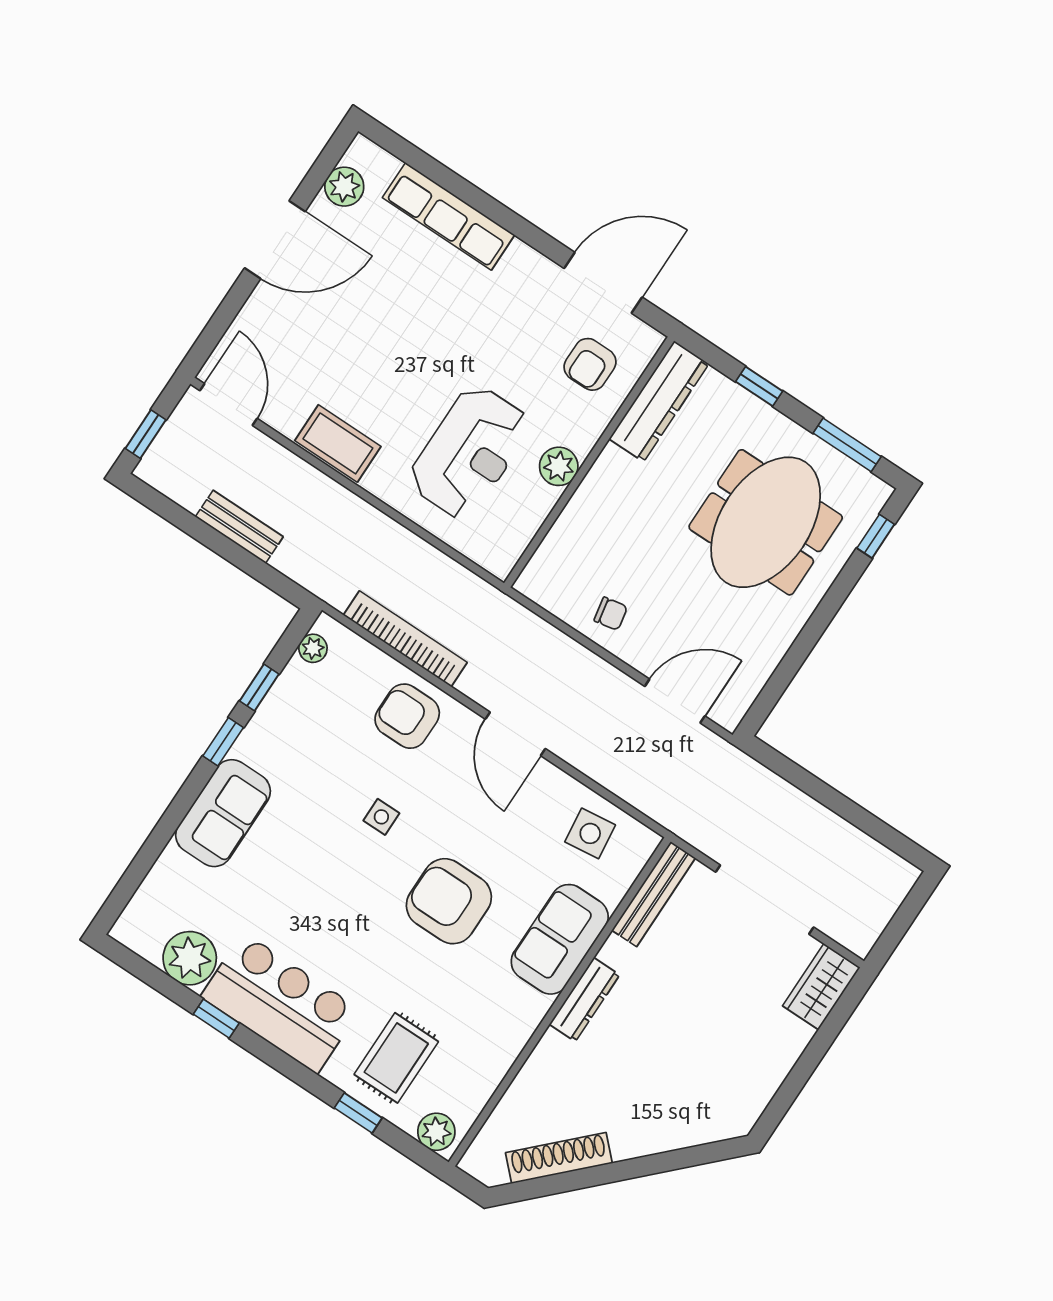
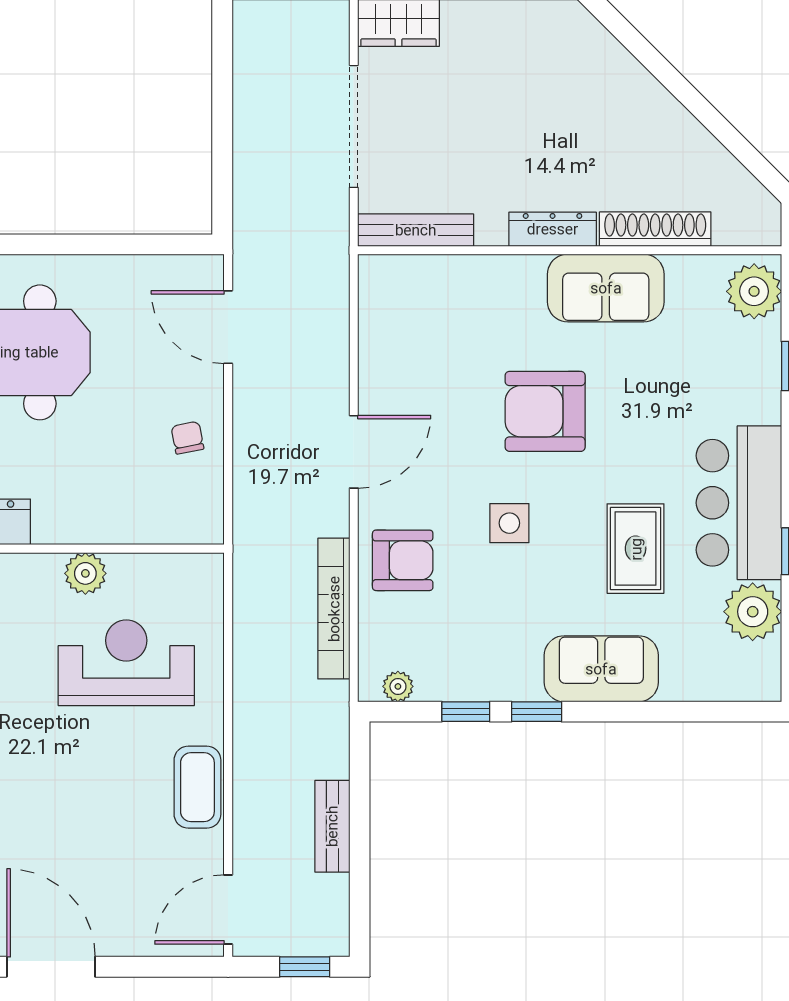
armchair: (407, 716) -> (403, 560), turned -90
side table: (381, 817) -> (509, 523), width x1.37, depth x1.37
side table: (590, 833) -> (399, 324), removed
armchair: (449, 901) -> (545, 411), turned 90
sofa: (560, 939) -> (606, 288), moved
rug: (396, 1058) -> (636, 549), moved, turned 90
plant: (436, 1132) -> (754, 291), width x1.36, depth x1.36
shoe rack: (559, 1158) -> (655, 229), moved, turned 135

